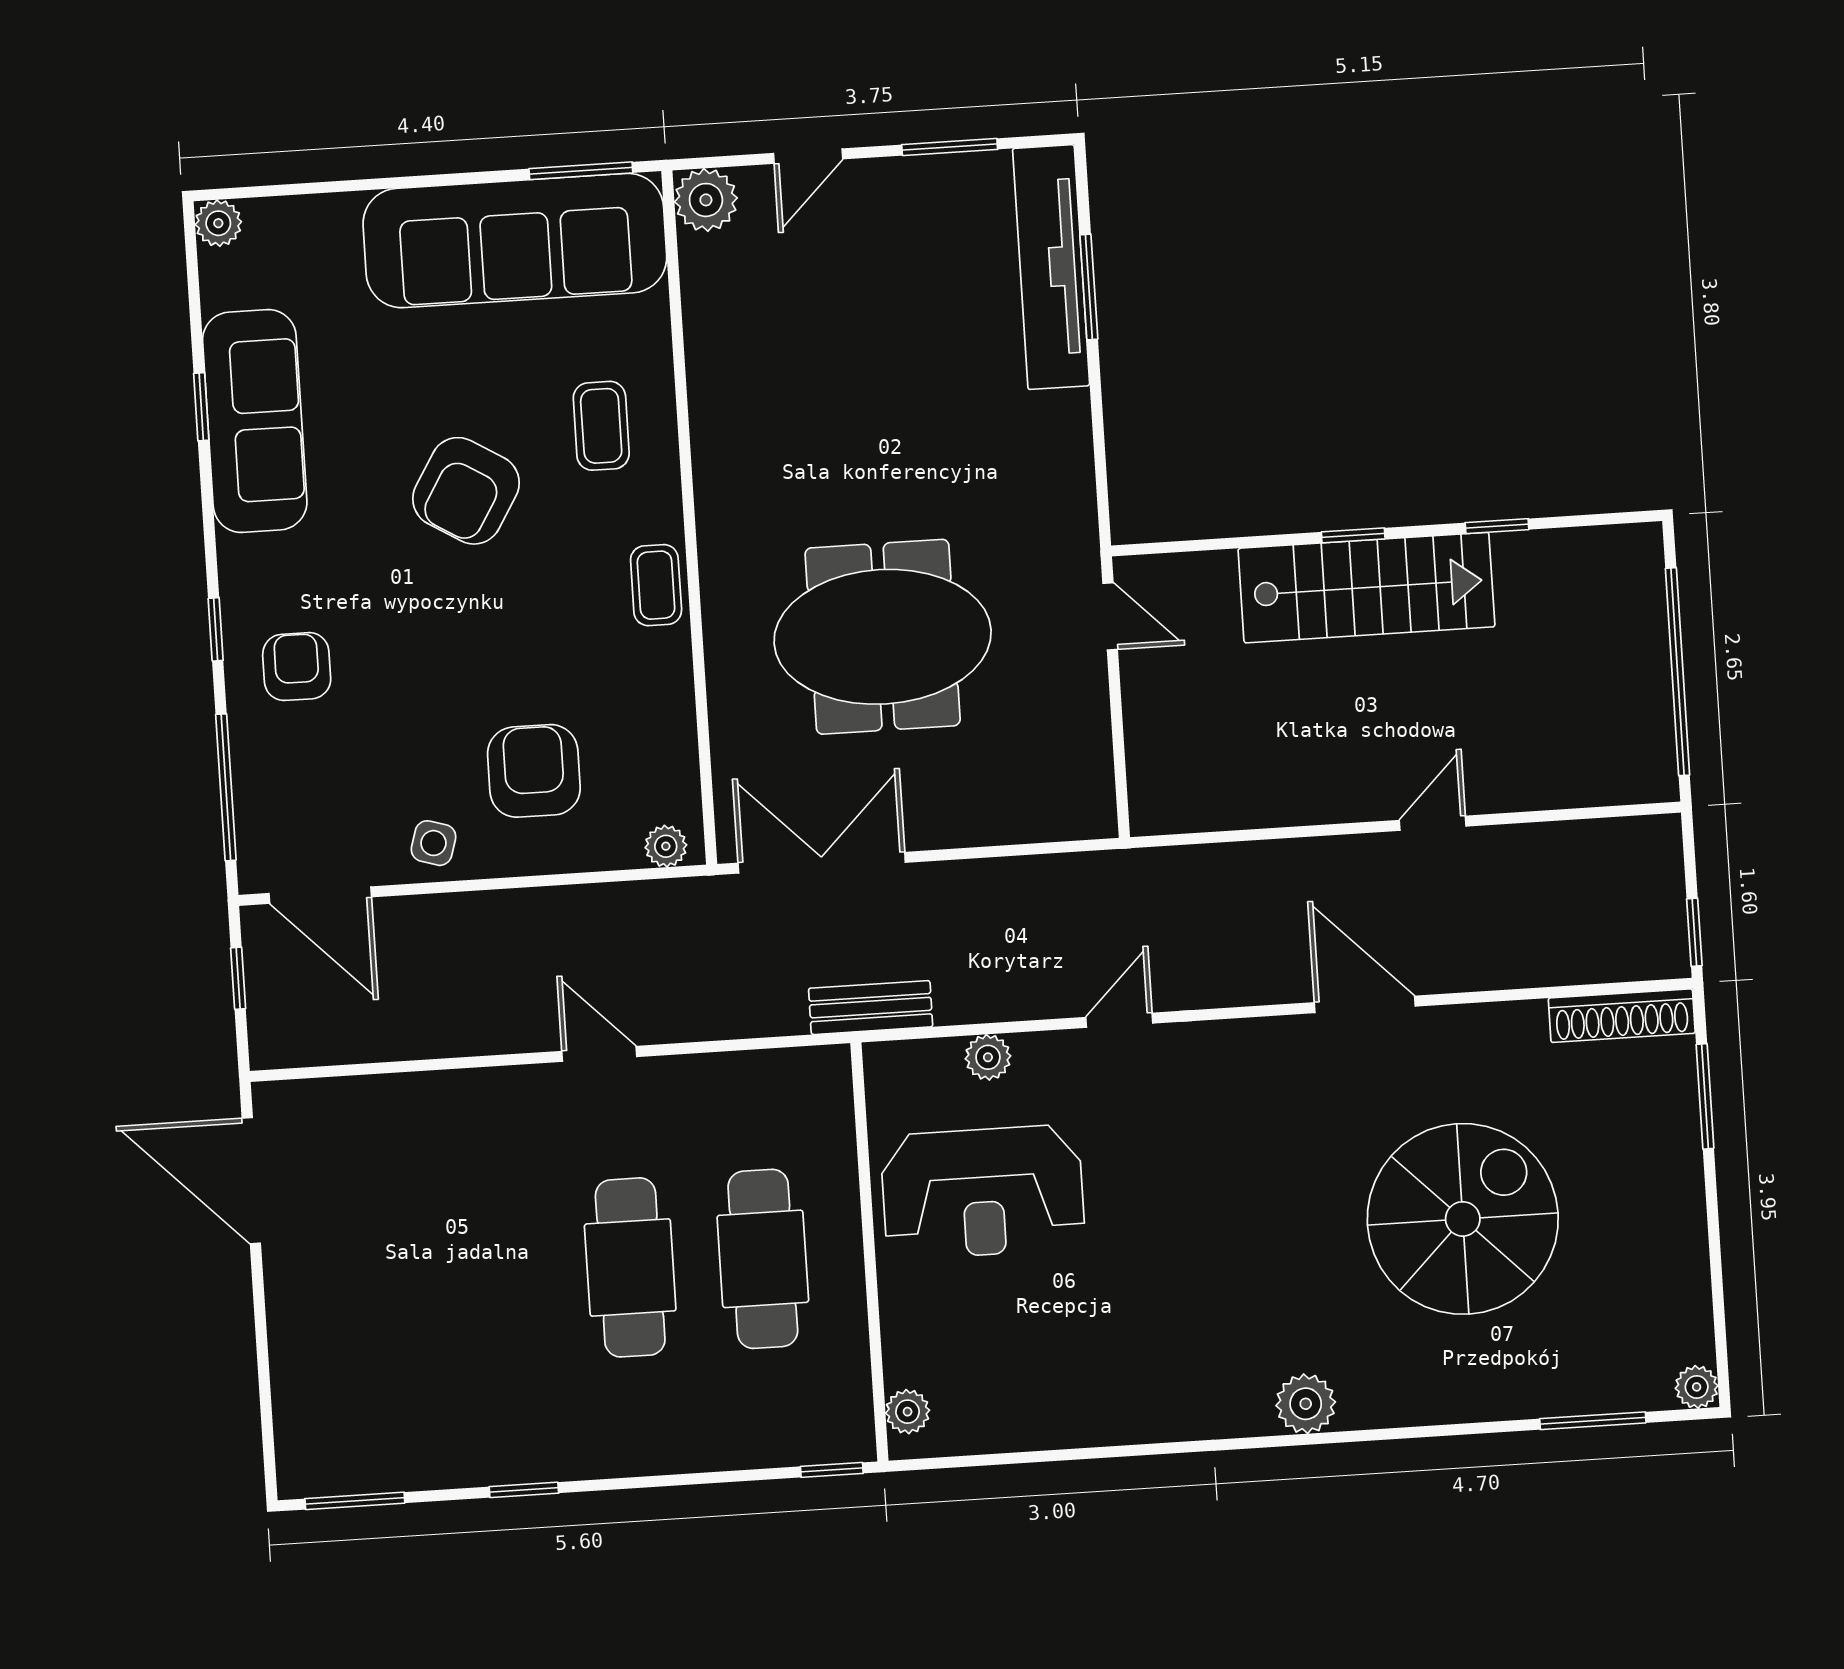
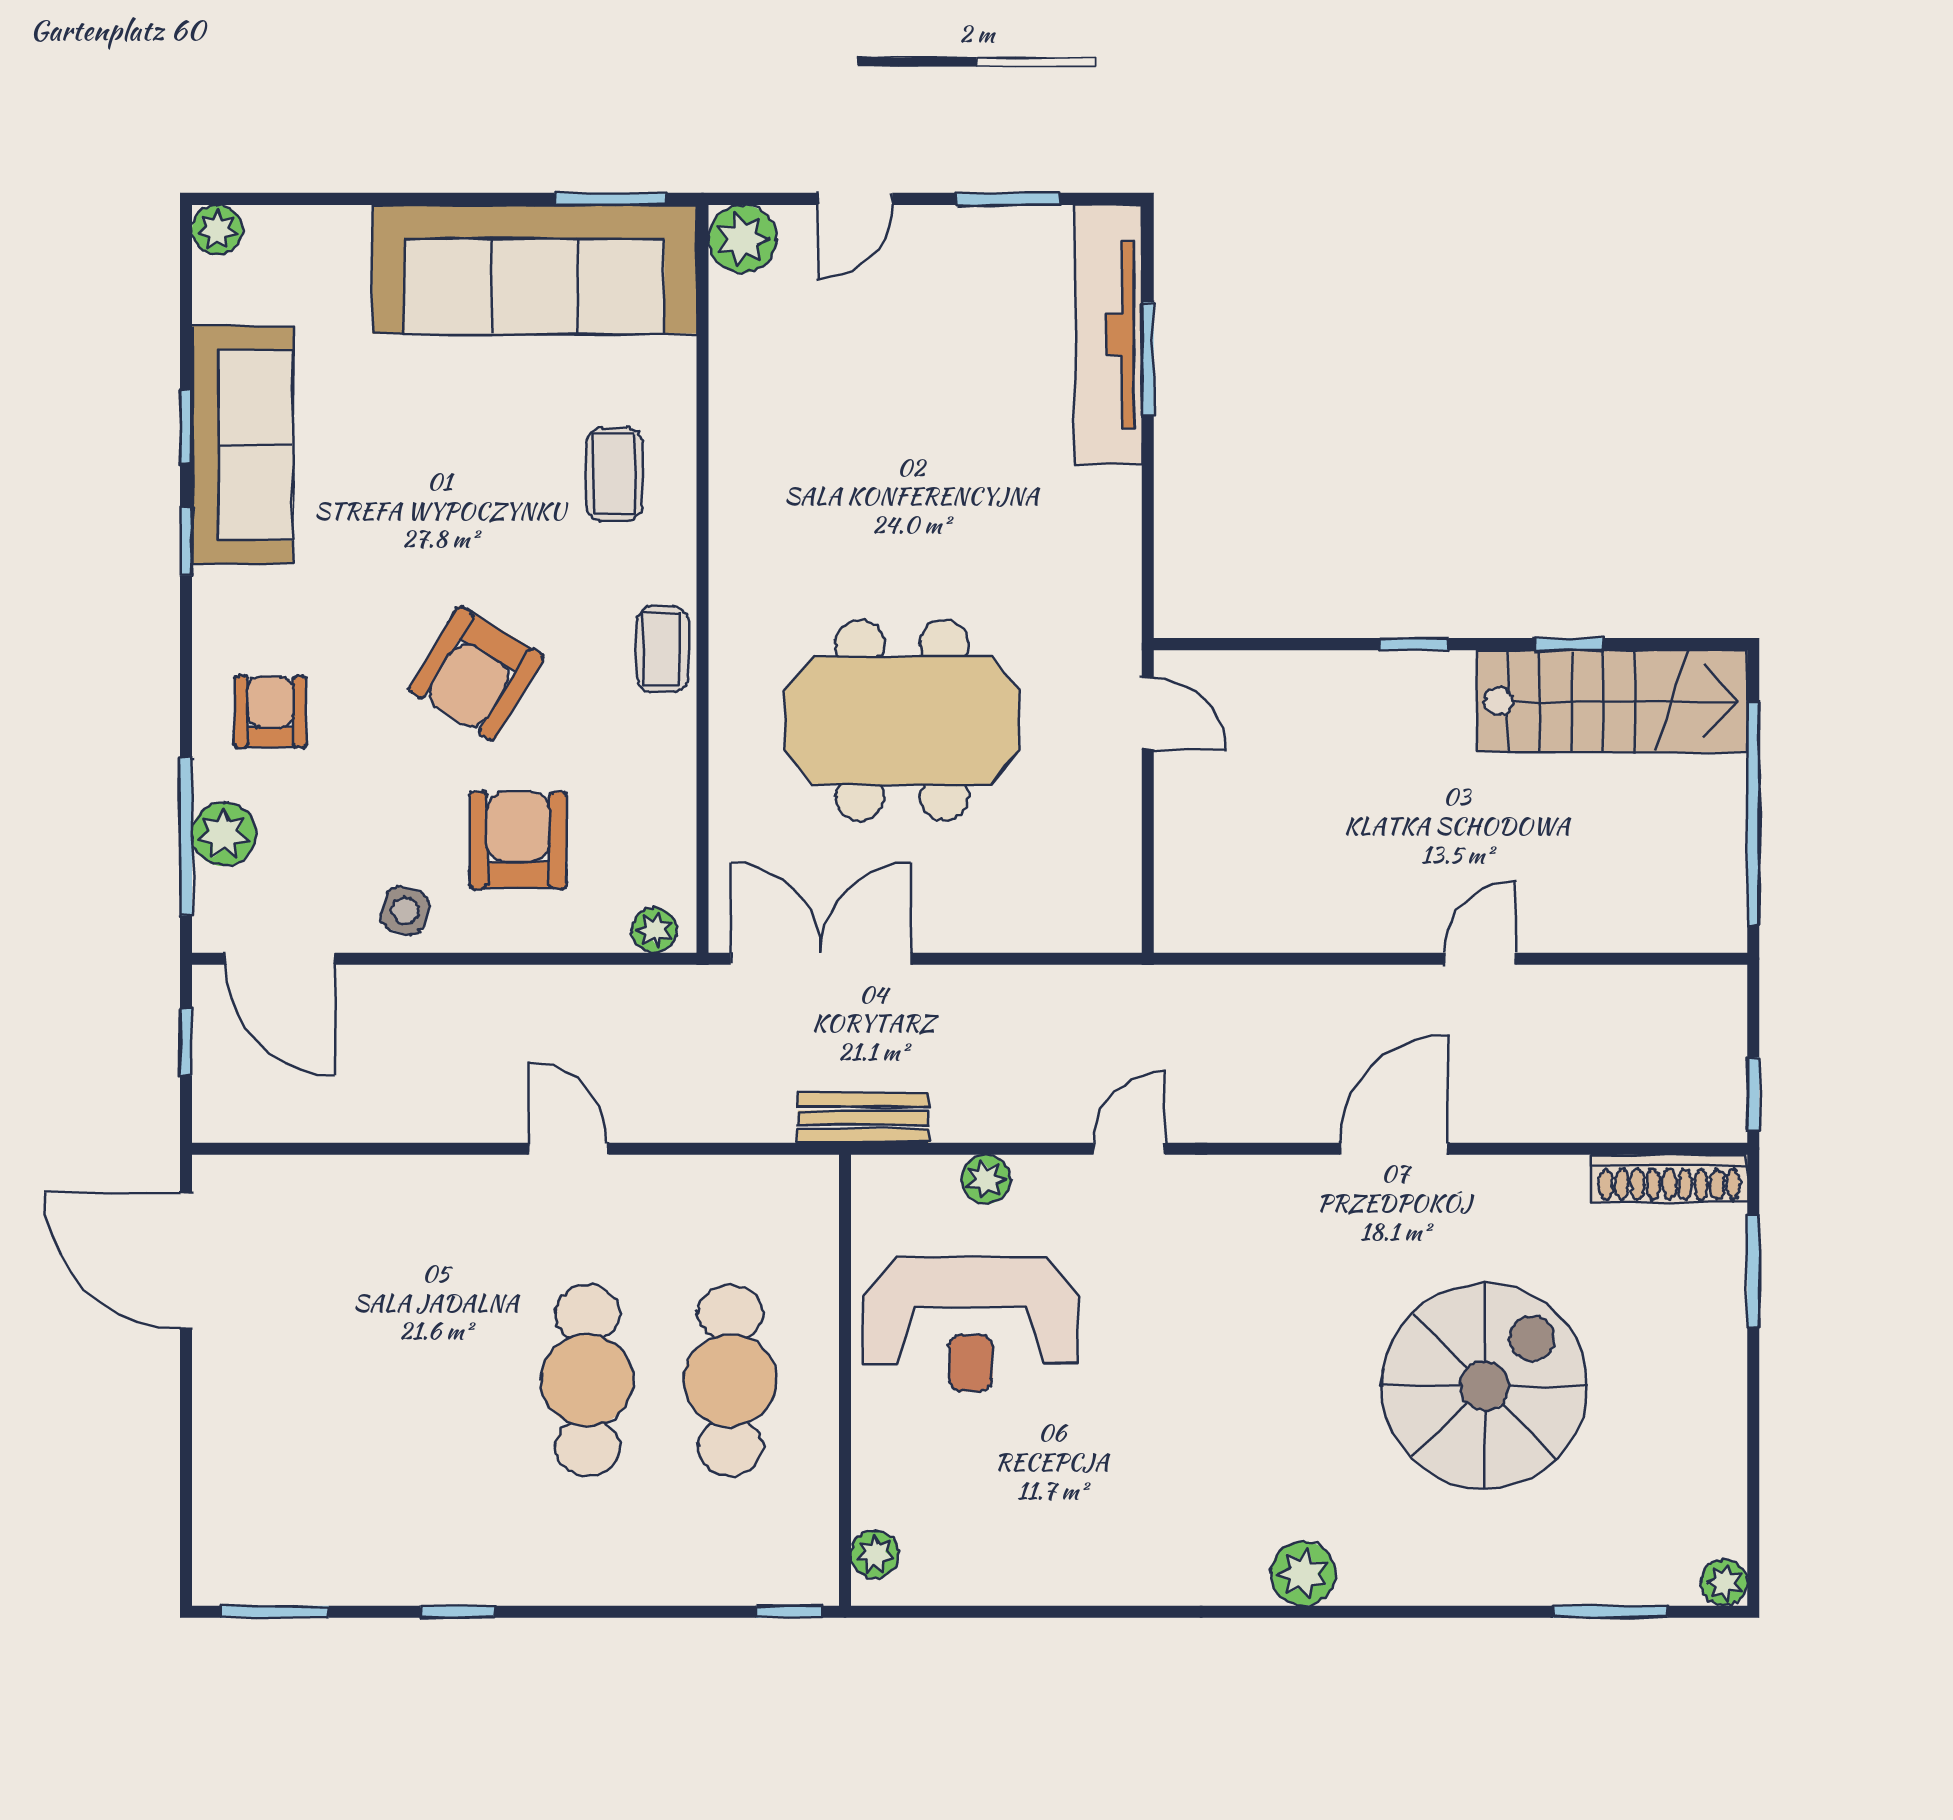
armchair: (466, 491) -> (476, 673), moved
stairs: (1366, 588) -> (1612, 701), moved
window: (216, 629) -> (186, 541), moved
plant: (261, 783) -> (224, 834), added
door: (1365, 1004) -> (1394, 1149), hinge flipped

